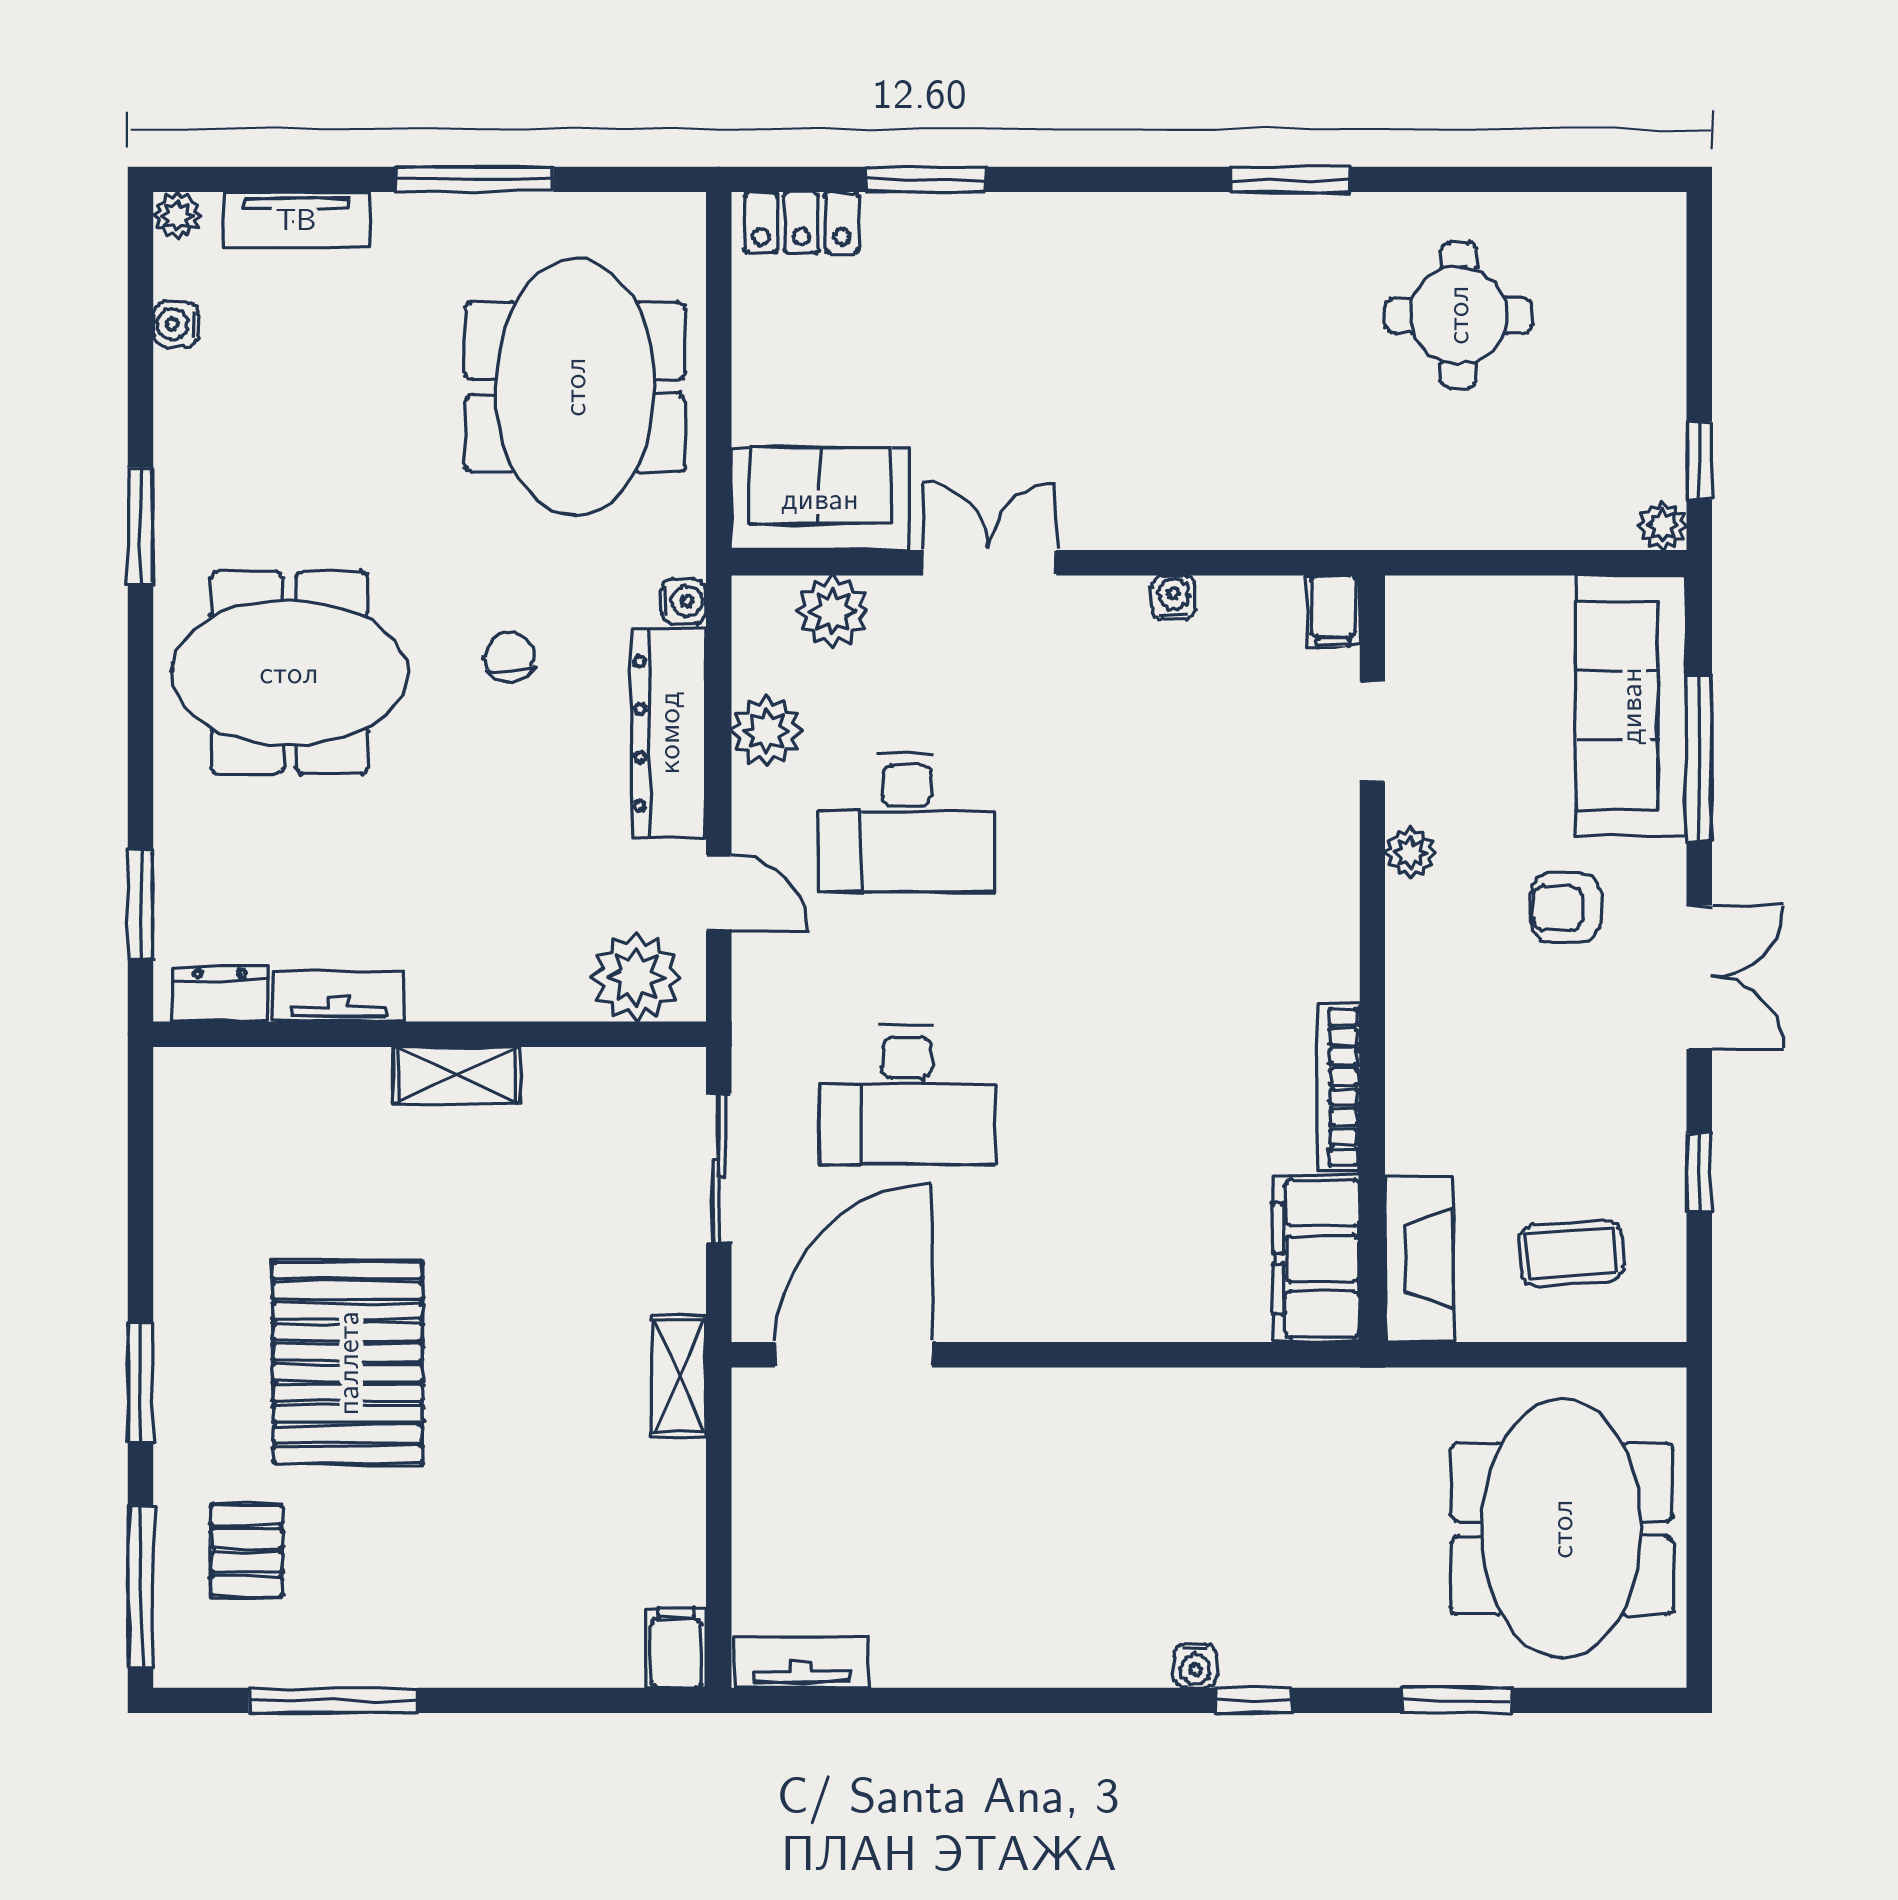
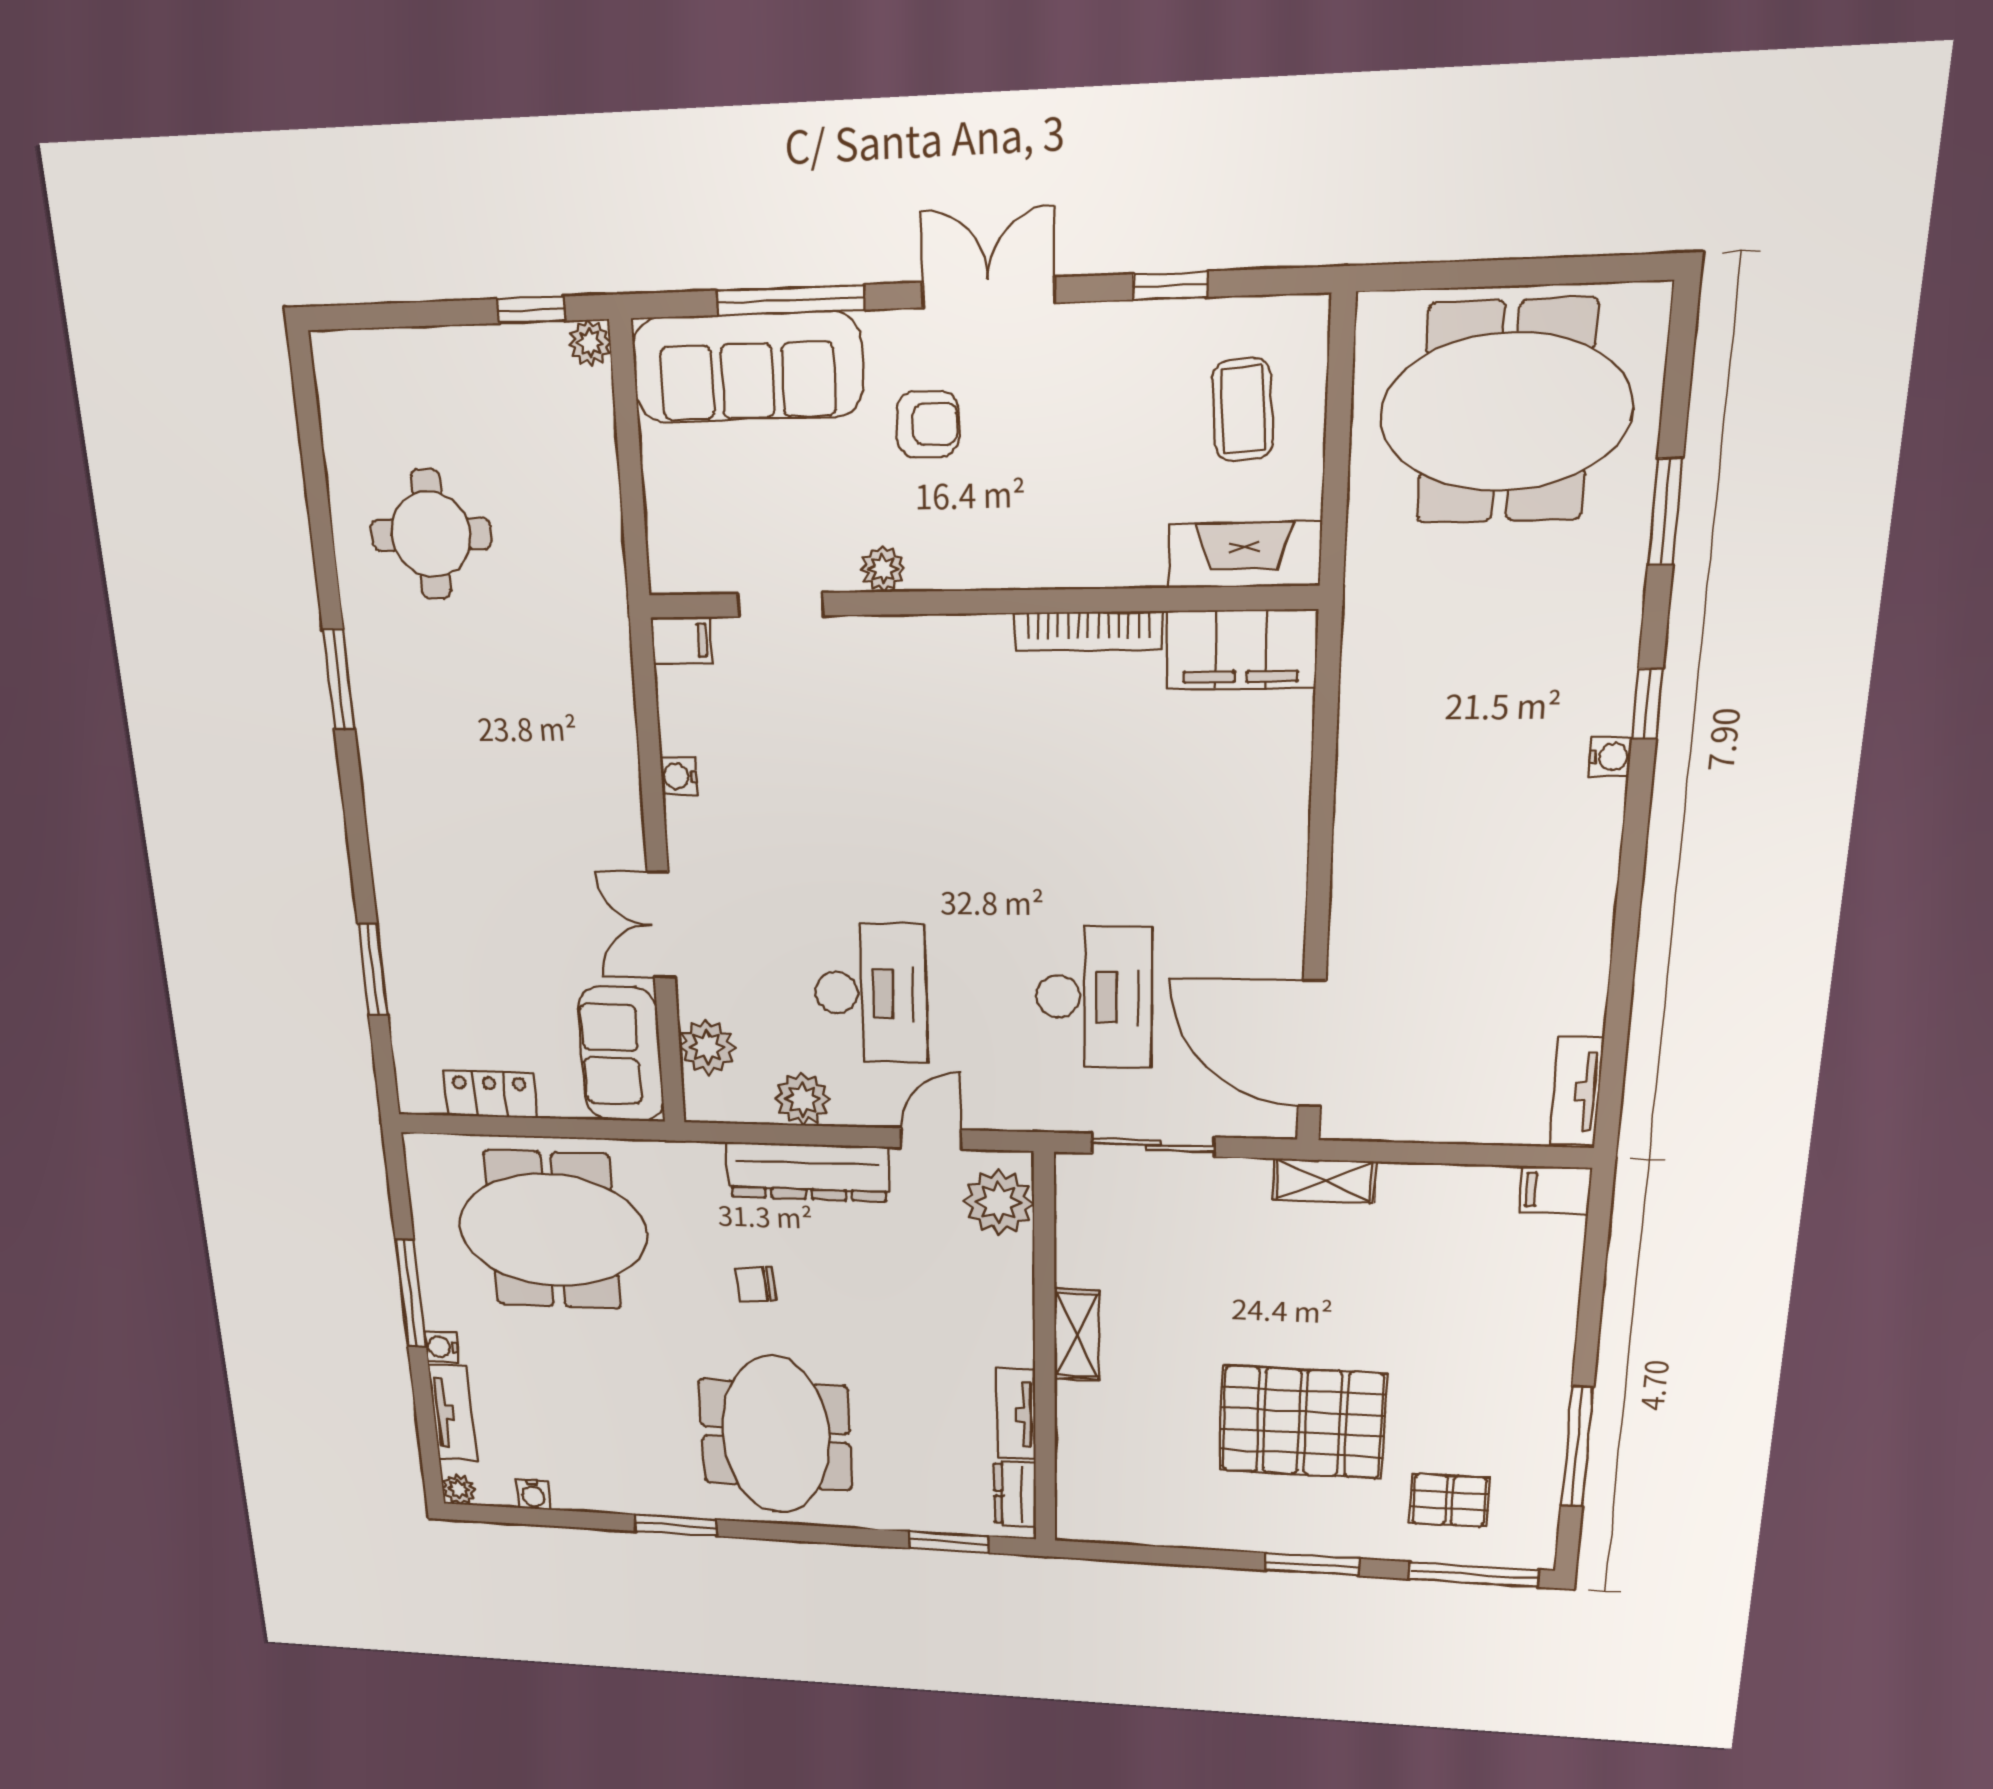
locker: (801, 223) -> (490, 1094), moved, turned -90
water cooler: (684, 601) -> (442, 1347), moved, turned -90
armchair: (1566, 908) -> (928, 424), turned -90

